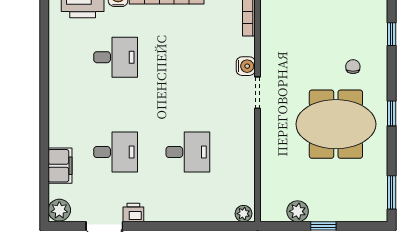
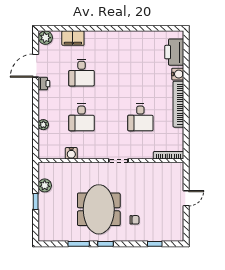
desk: (116, 57) -> (140, 117), moved
water cooler: (246, 66) -> (71, 153), moved
window: (392, 192) -> (79, 244), moved
plant: (243, 214) -> (43, 125), moved

